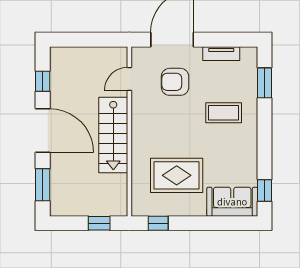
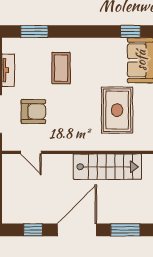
armchair: (175, 82) -> (33, 111), turned -90
stairs: (113, 135) -> (107, 167), moved

